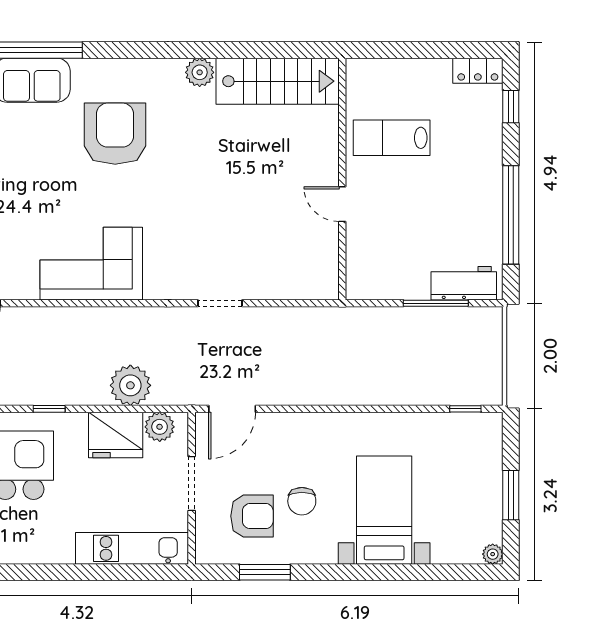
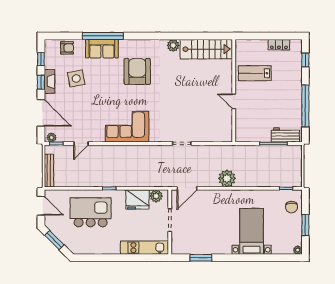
locker: (478, 71) -> (279, 45), moved
plant: (130, 385) -> (227, 178), moved
chair: (302, 501) -> (292, 207), moved
armchair: (252, 516) -> (195, 234), removed

